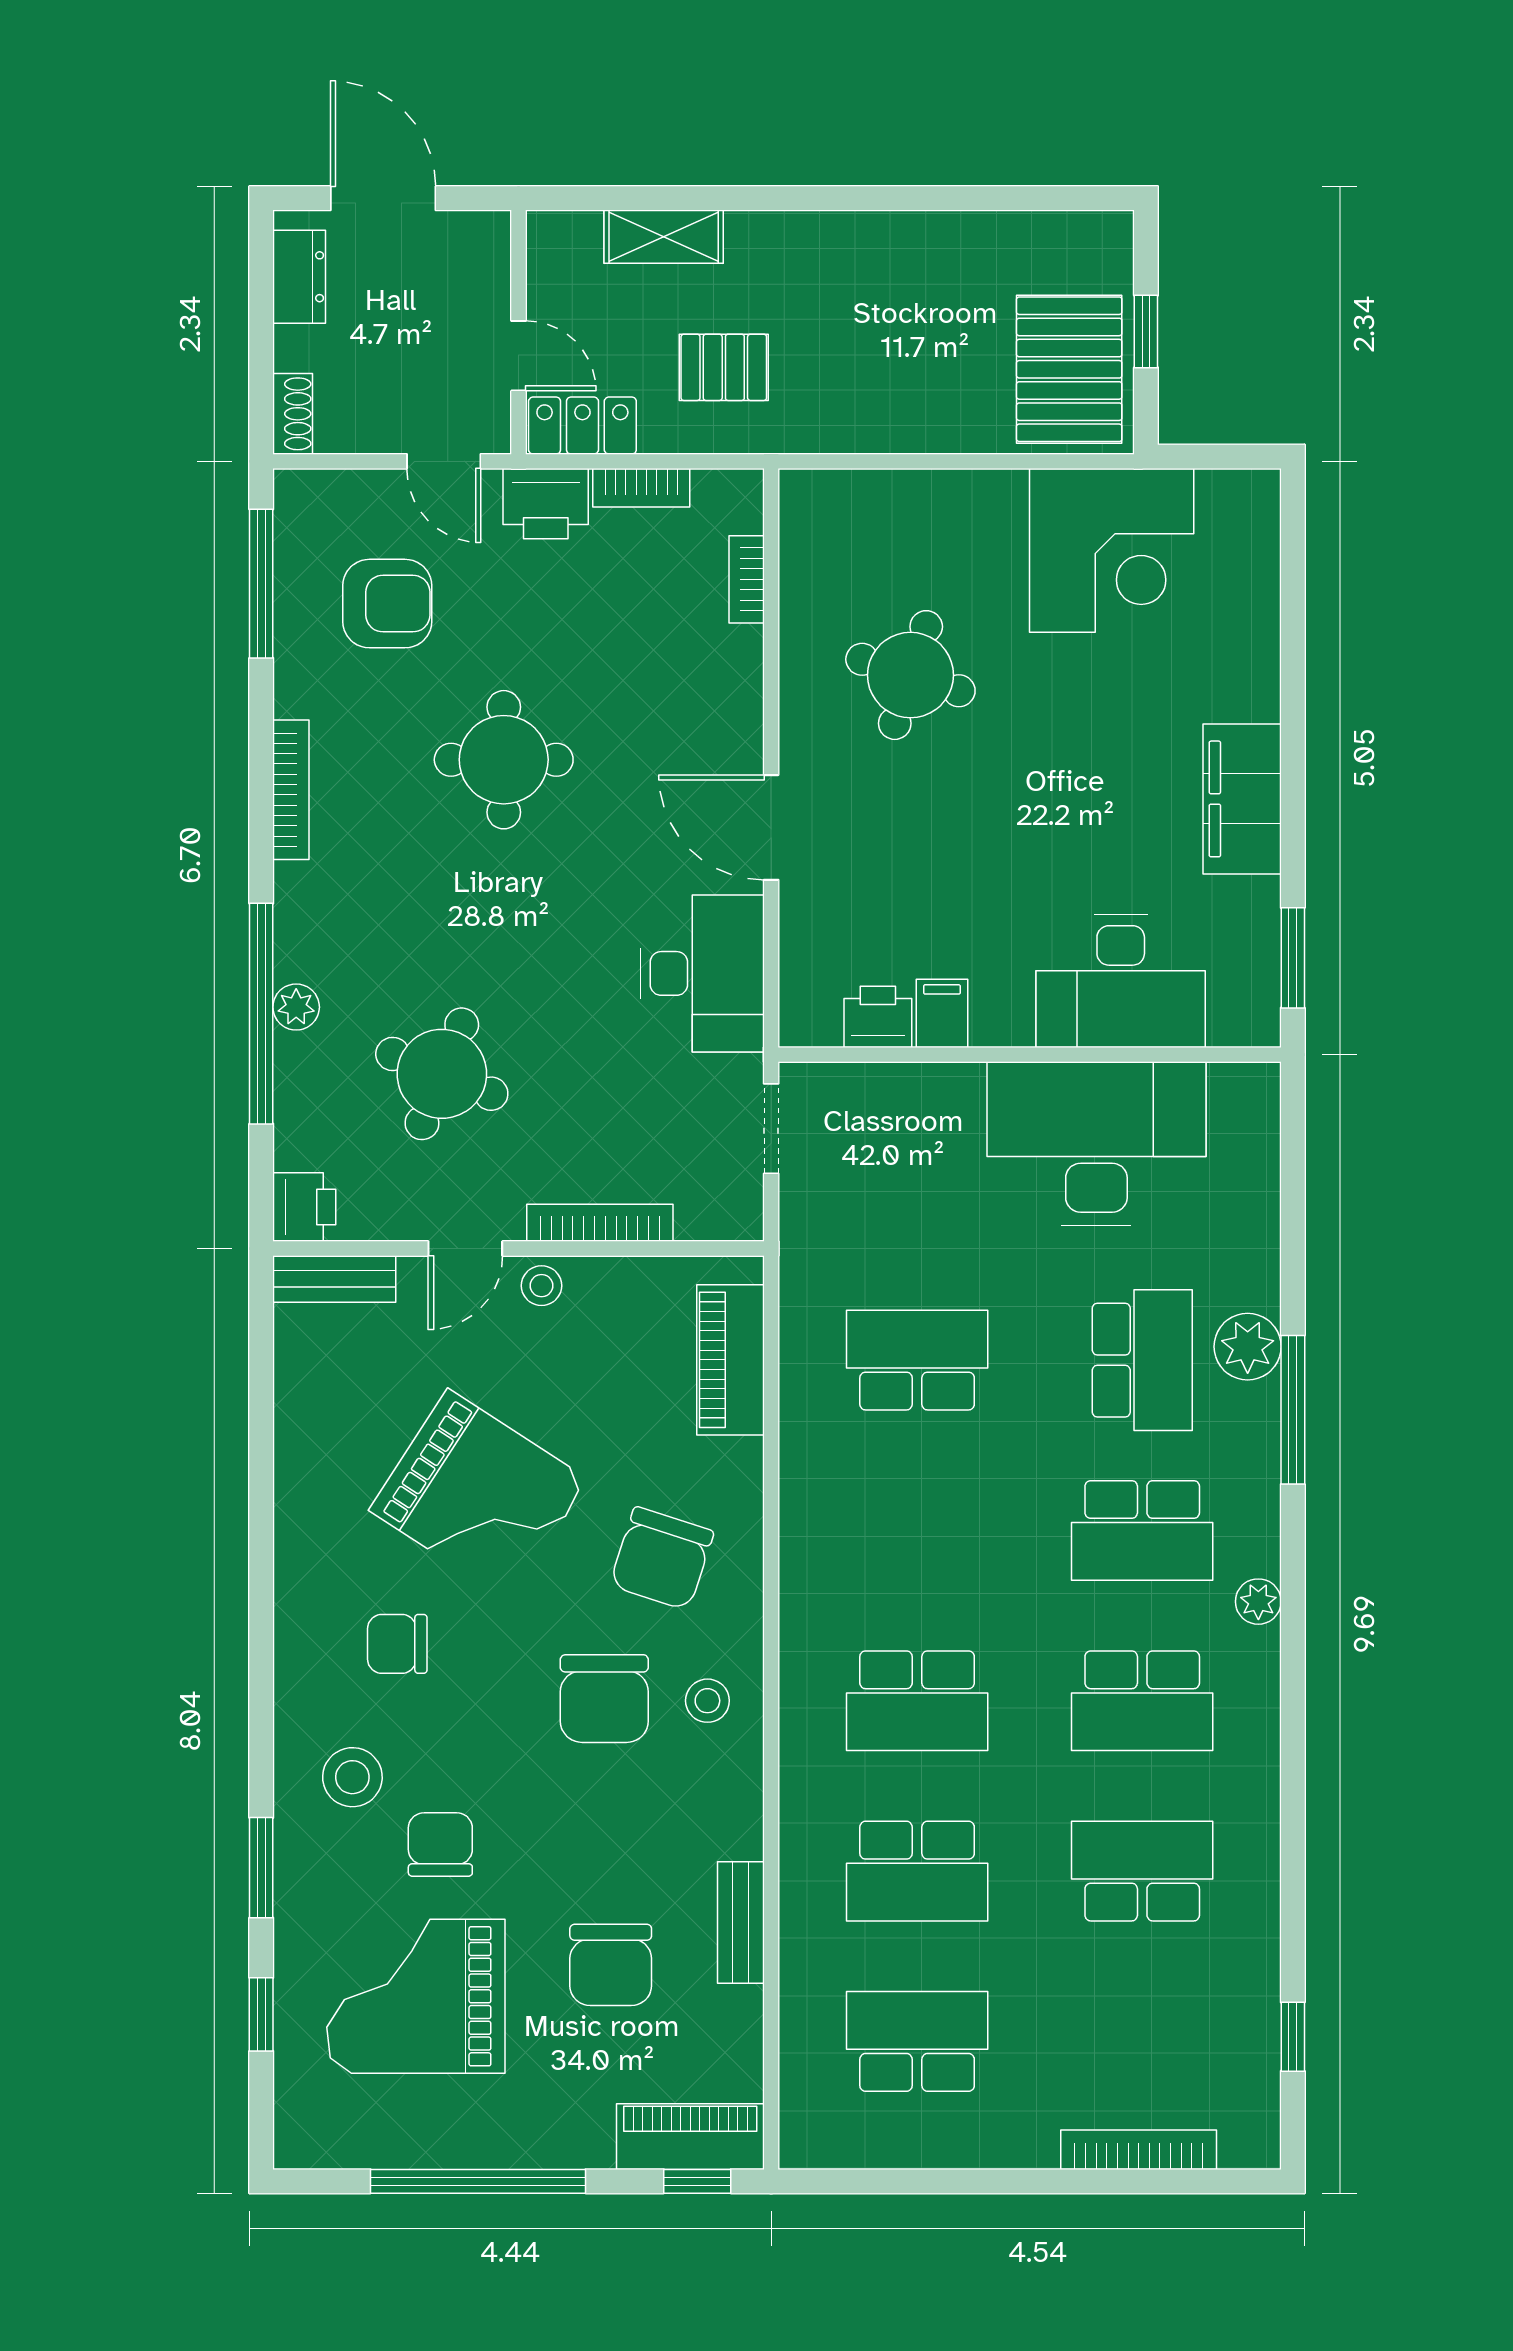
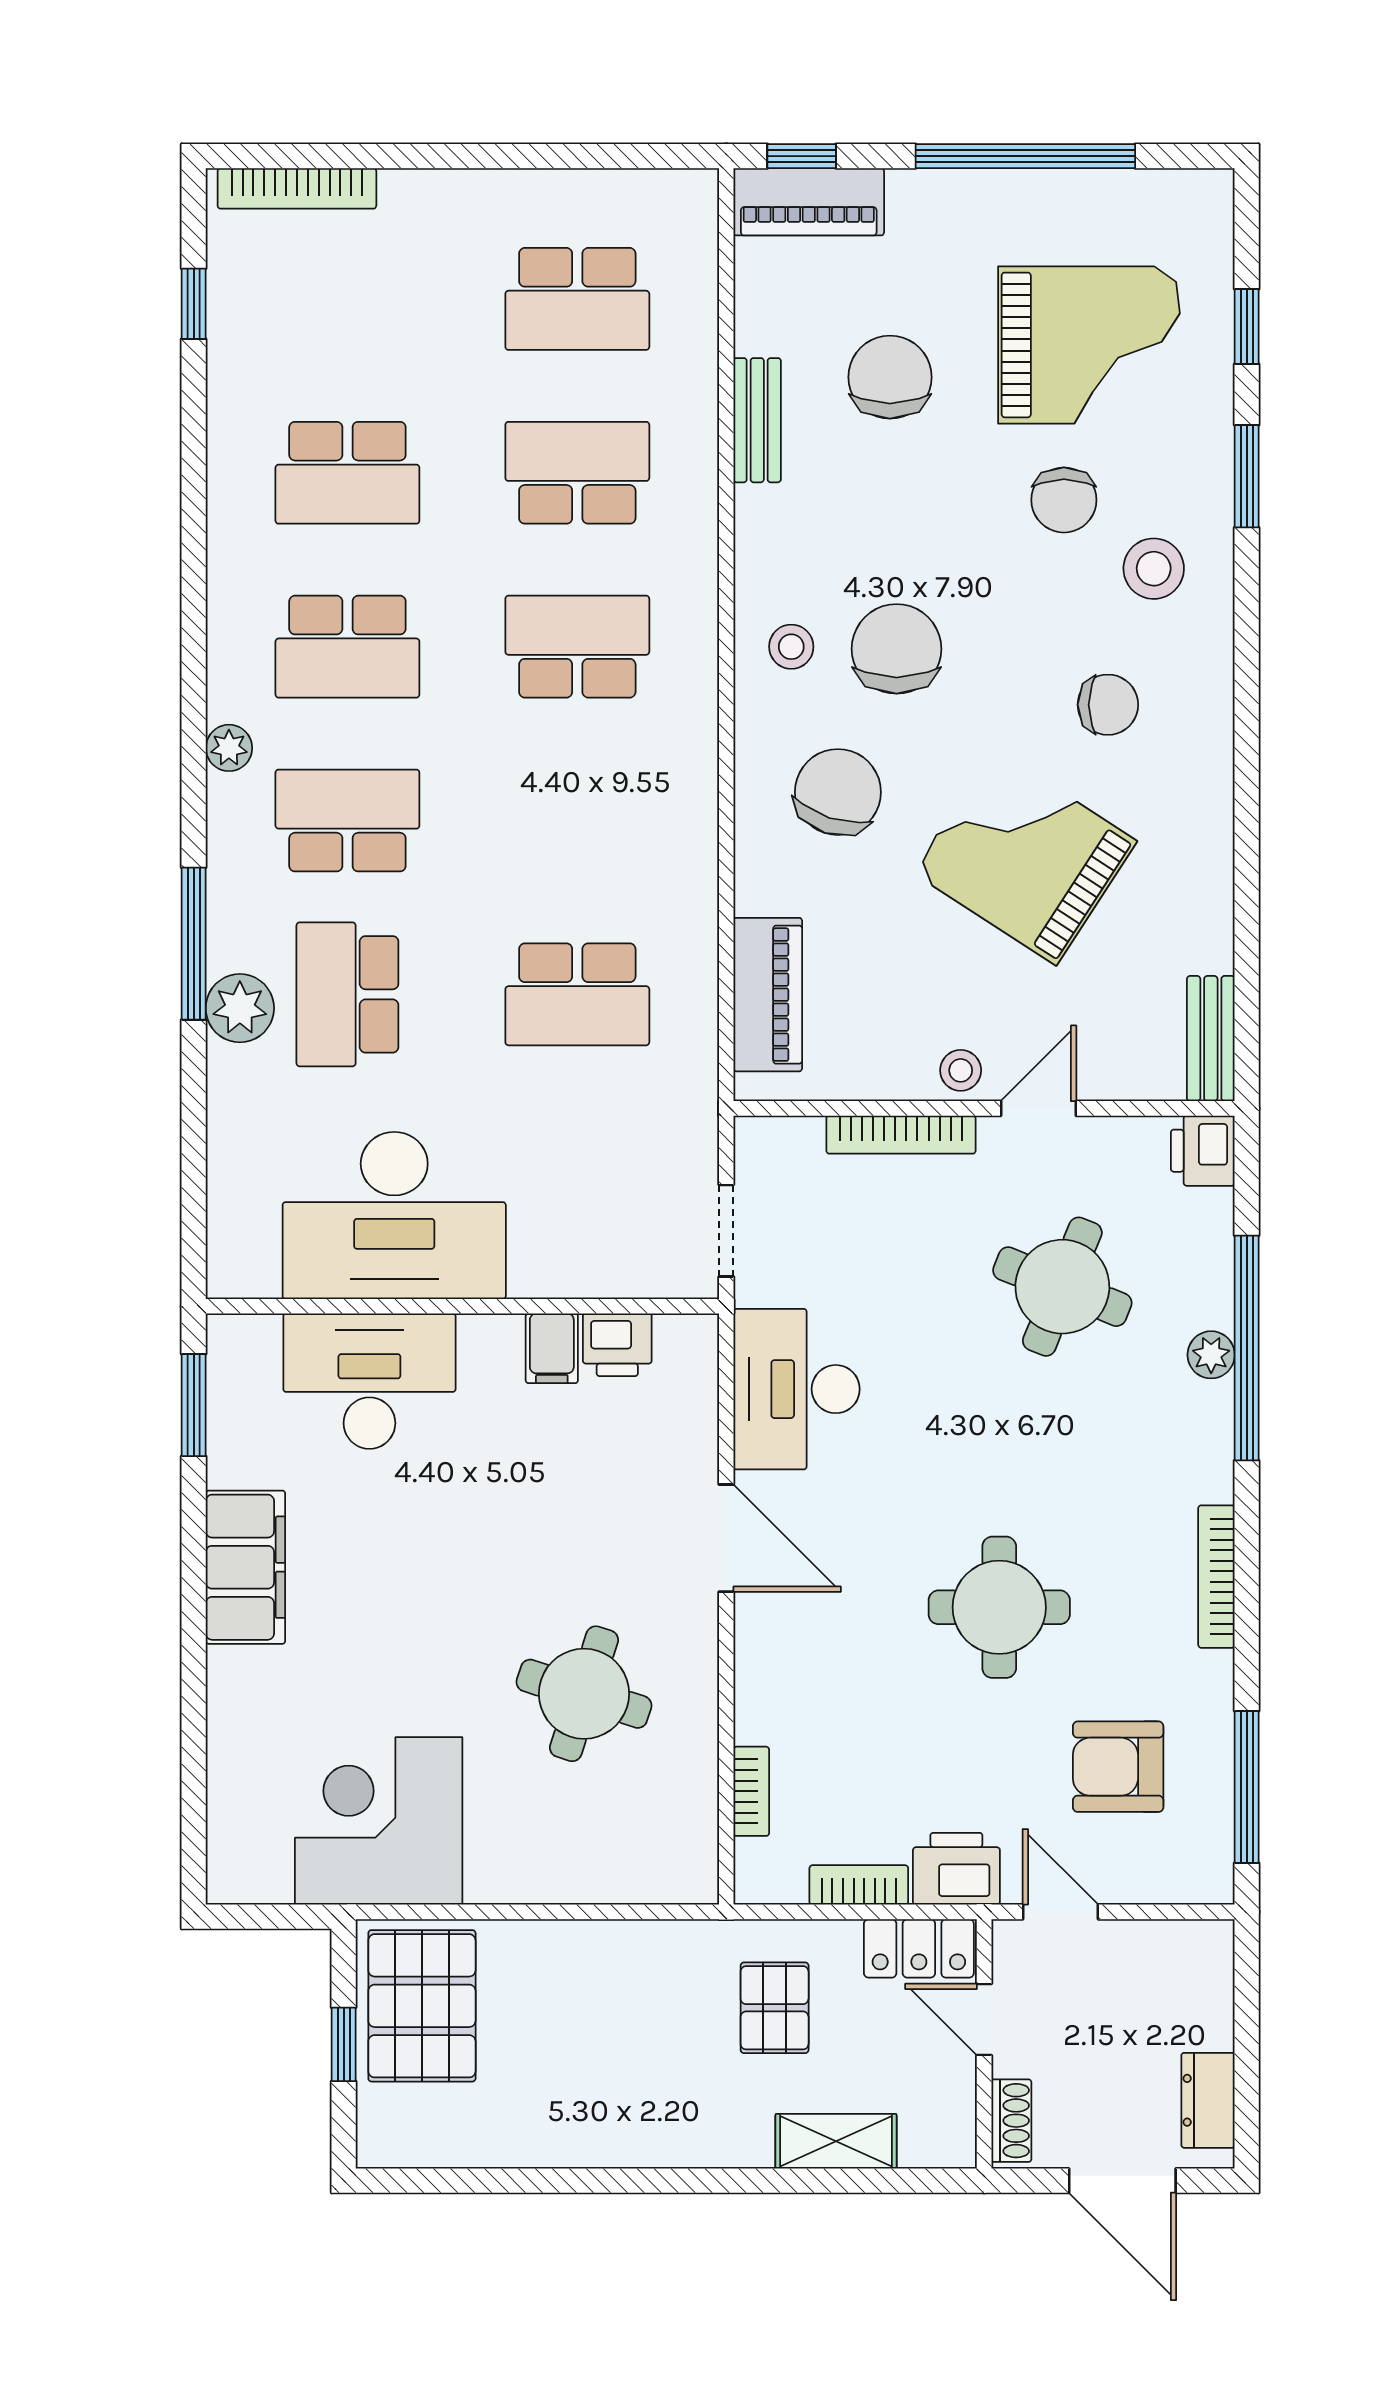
pallet: (724, 367) -> (775, 2008), turned 90
shoe rack: (293, 414) -> (1011, 2121), moved, turned 180
bench: (334, 1279) -> (1211, 1039), moved, turned 90
school desk: (1142, 1701) -> (347, 647), turned 180
bookcase: (1139, 2150) -> (297, 188), moved

